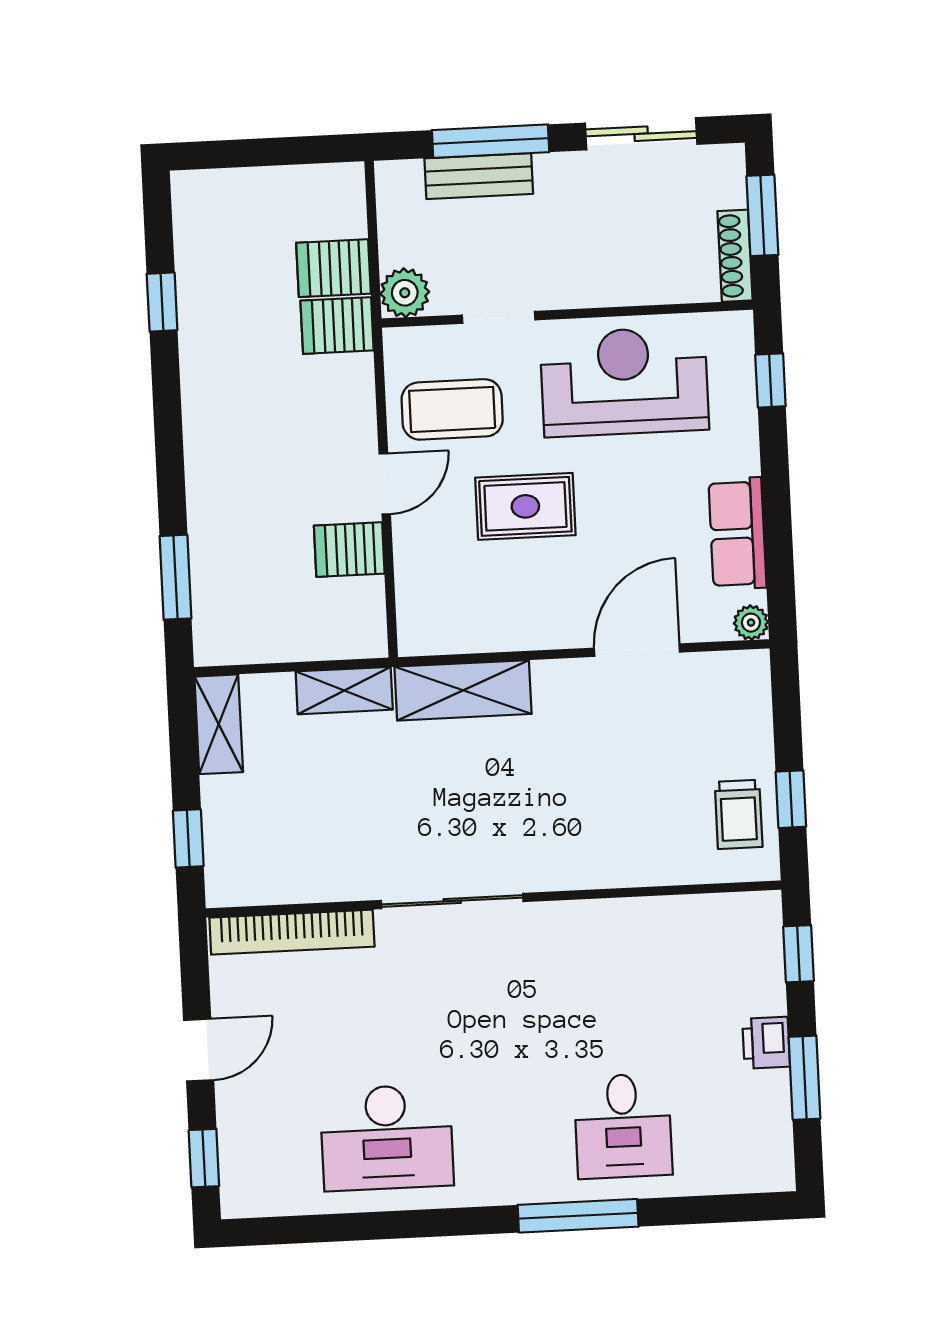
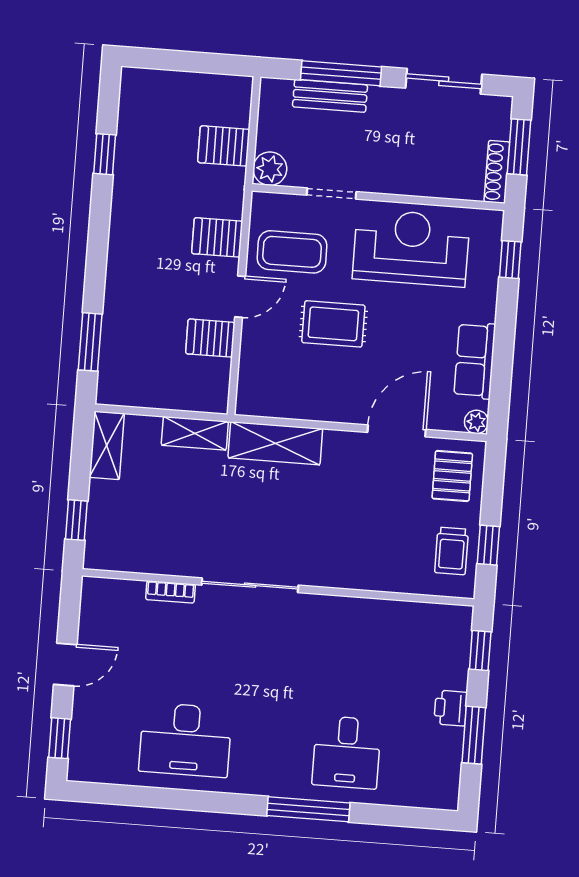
server rack: (337, 326) -> (217, 237), moved
pallet: (726, 705) -> (452, 476), added
bookcase: (292, 932) -> (171, 592), width x0.43, depth x0.76

